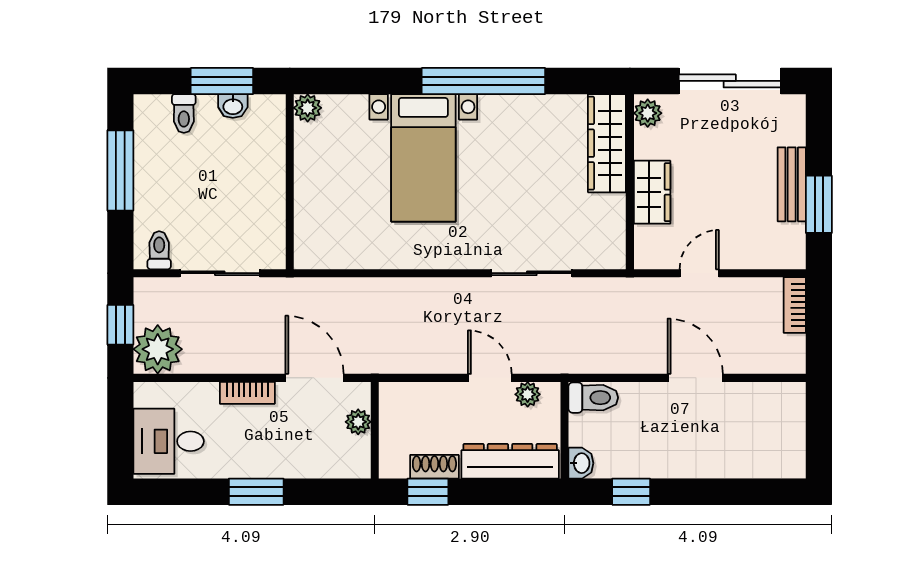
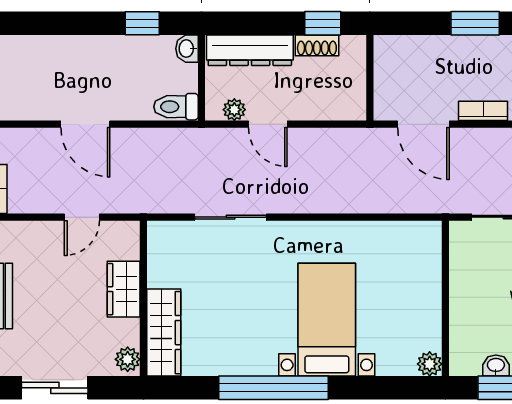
sliding door: (730, 81) -> (55, 388), width x0.73
plant: (358, 422) -> (385, 85), removed

